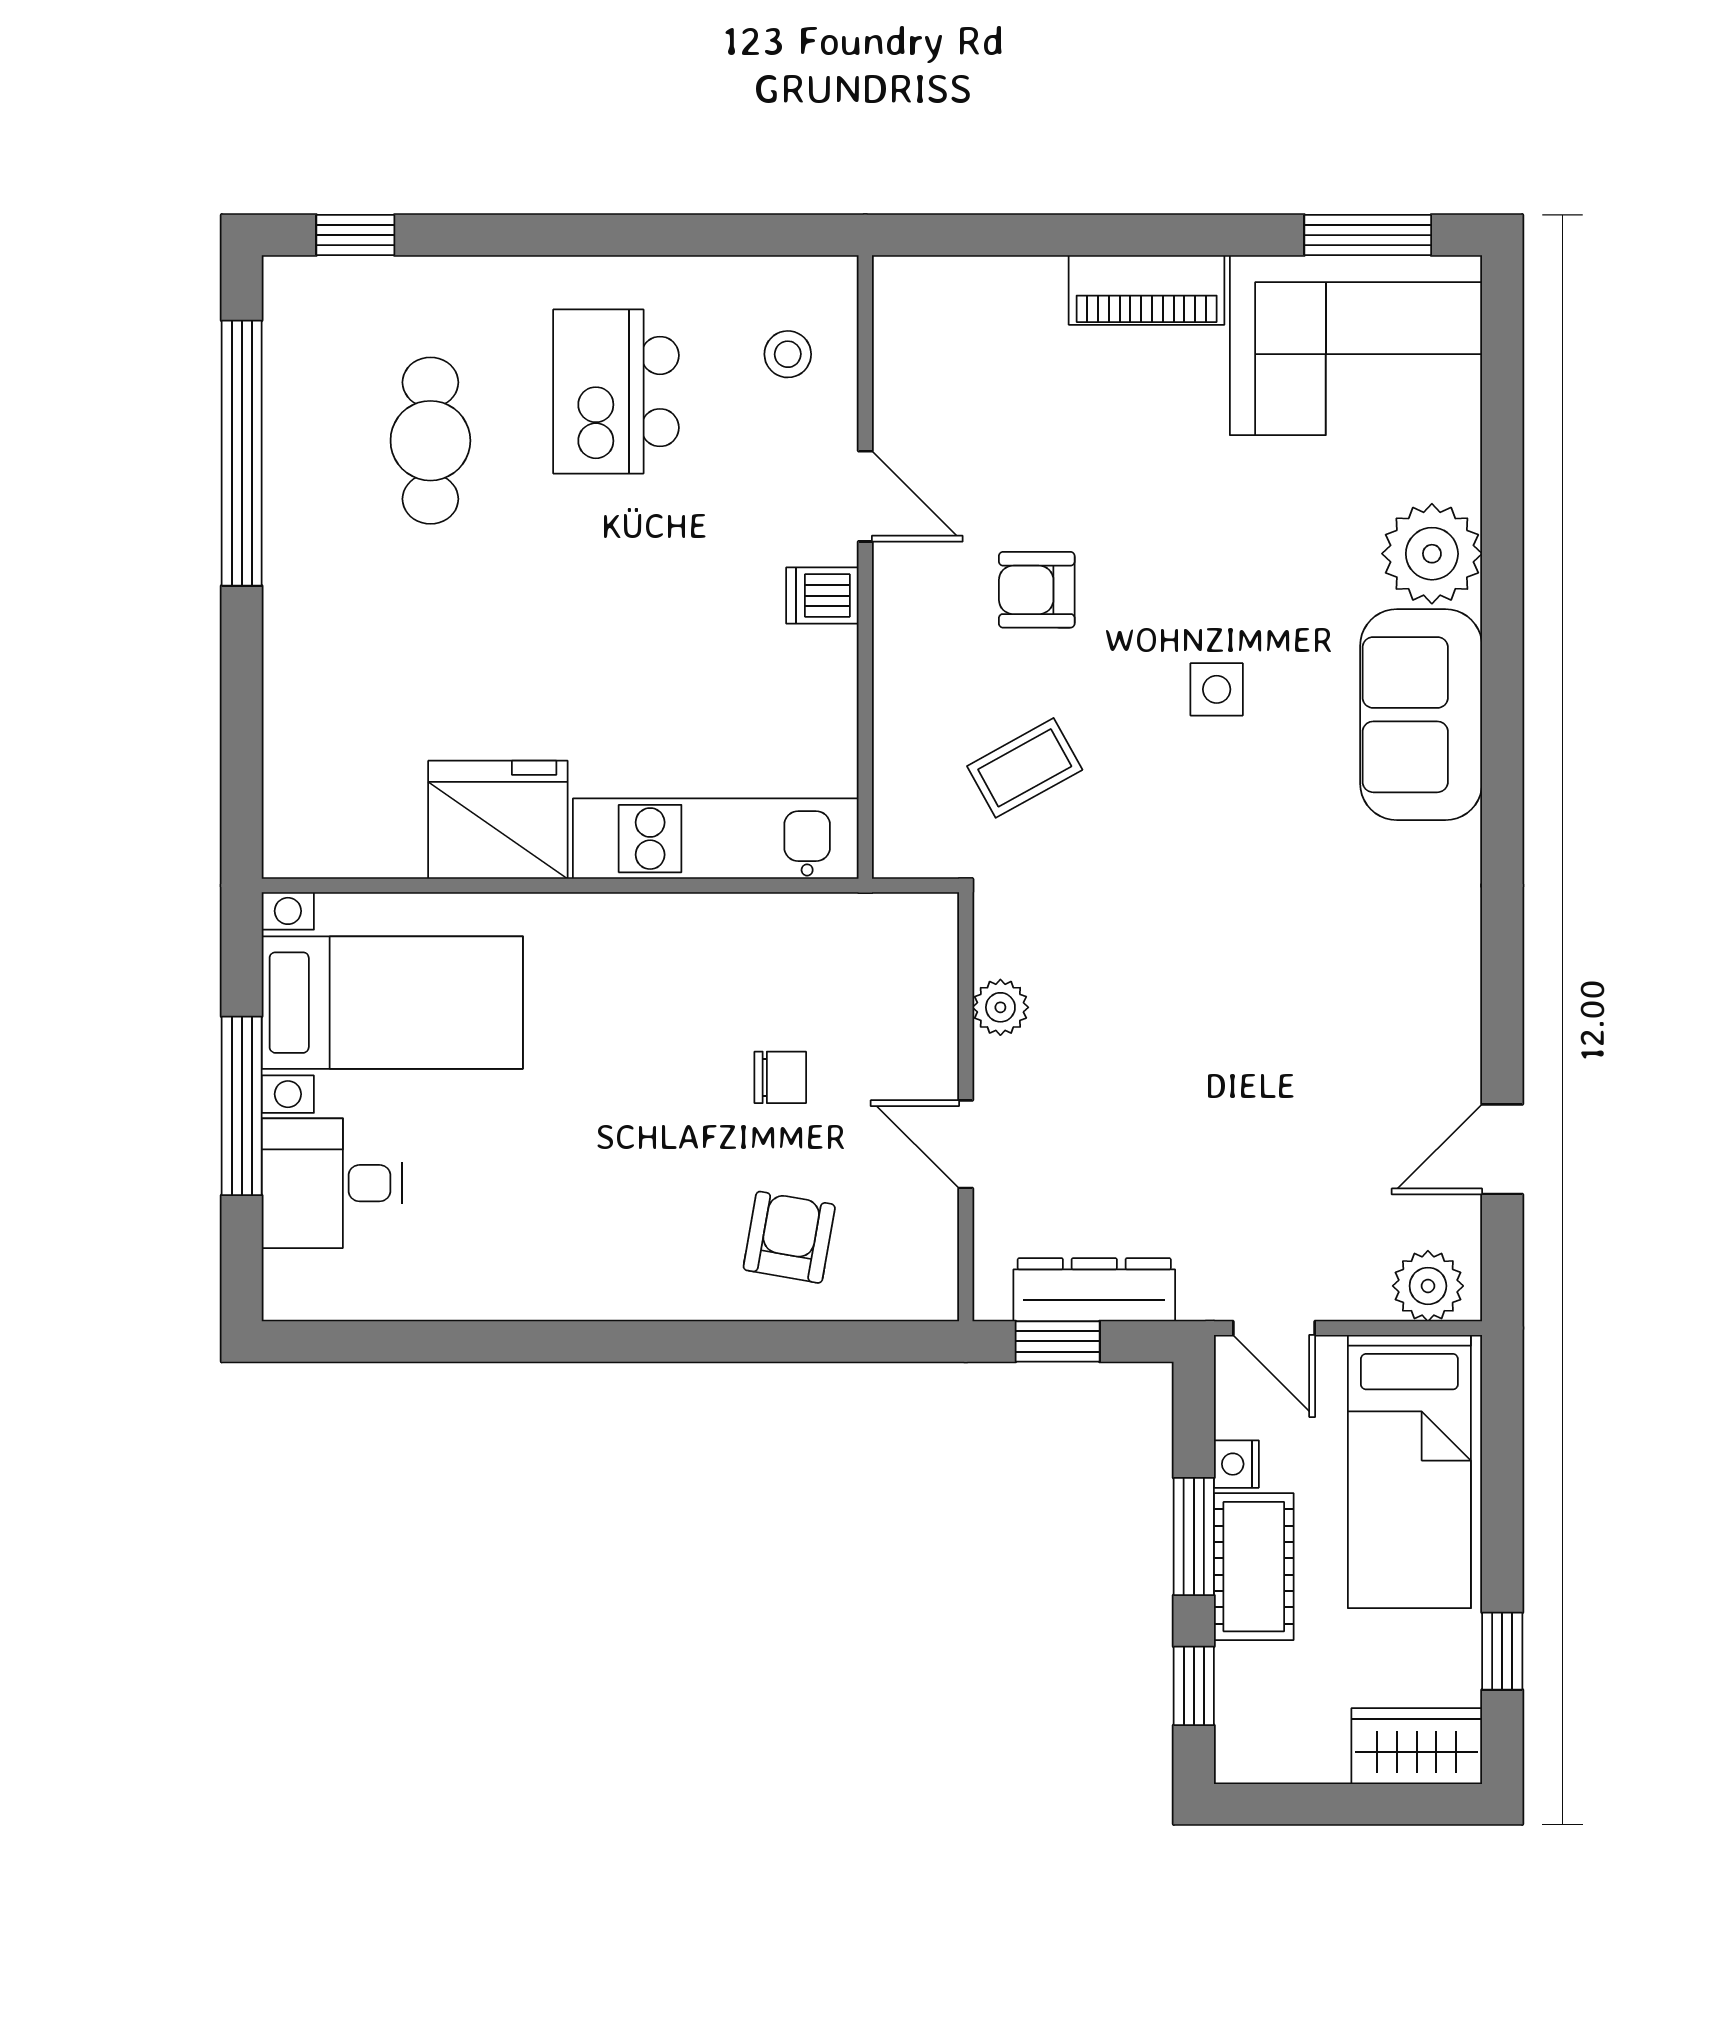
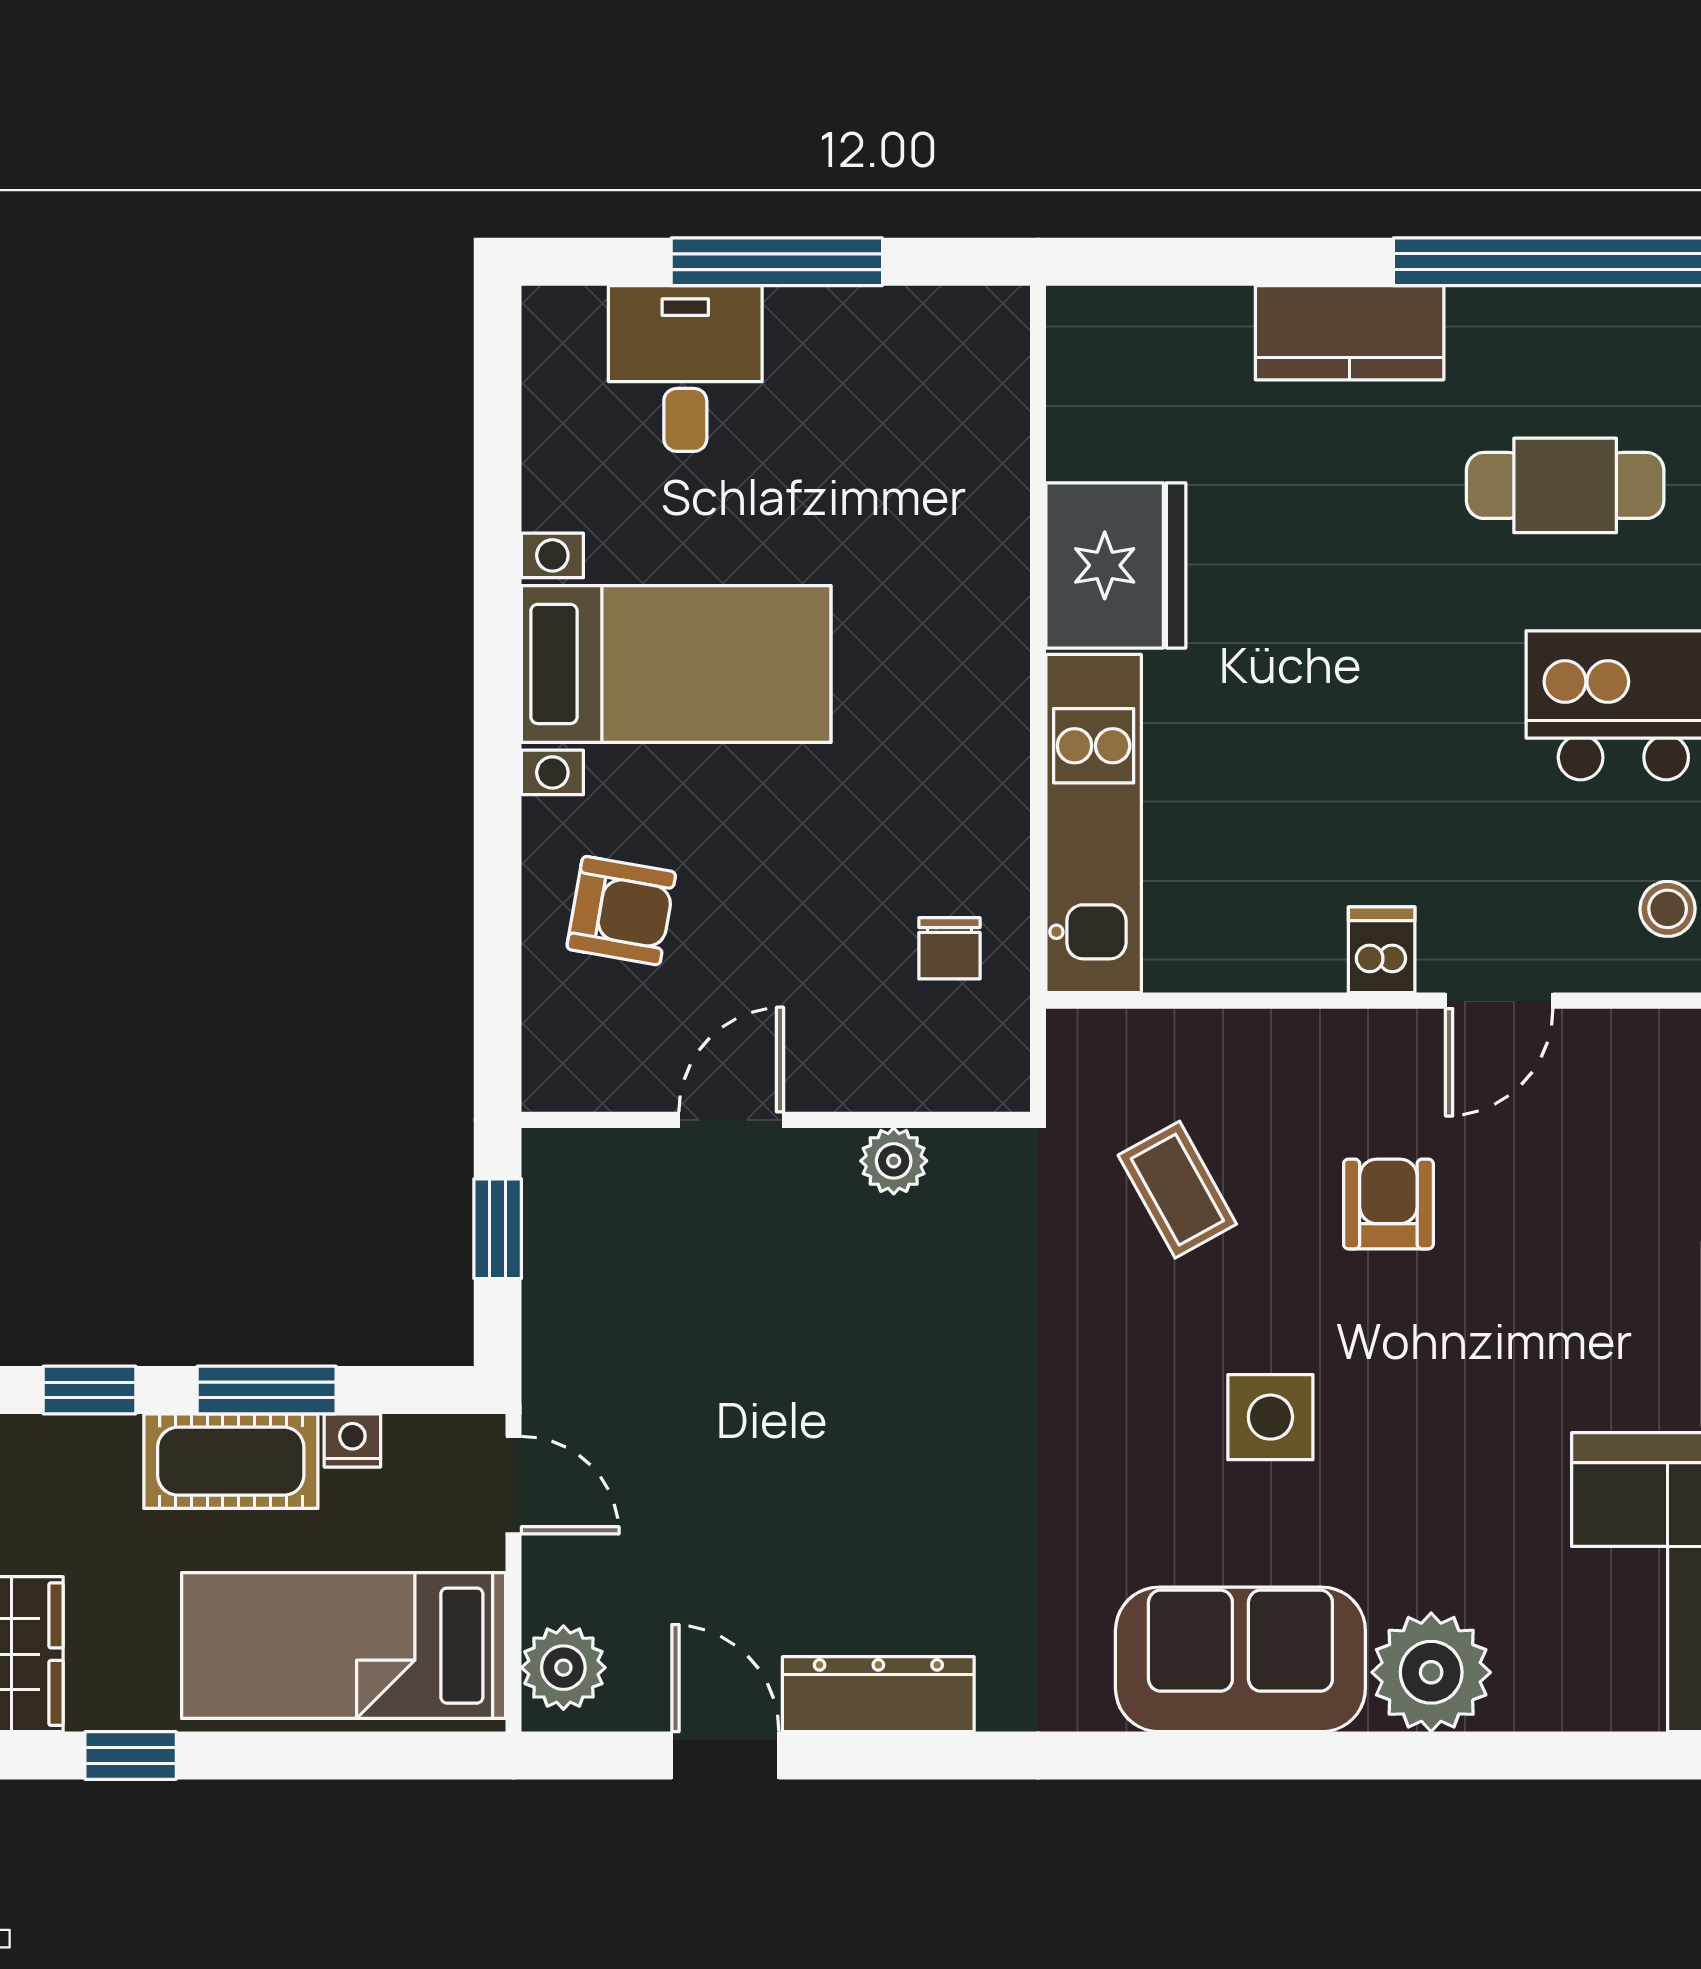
kitchen counter: (302, 623) -> (1350, 333), added
side table: (1217, 689) -> (1270, 1417), width x1.37, depth x1.37
bed with nightstands: (392, 1003) -> (676, 664), moved, turned -90
chair: (780, 1077) -> (949, 948), moved
dresser: (1094, 1290) -> (878, 1694), moved, turned -90
door: (1274, 1328) -> (514, 1485), swing flipped

